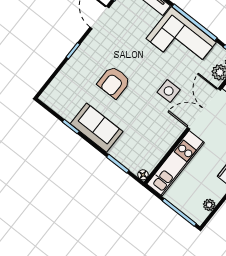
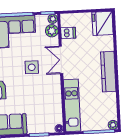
double door: (204, 109) -> (61, 60), width x0.73
plant: (209, 205) -> (113, 125), moved

